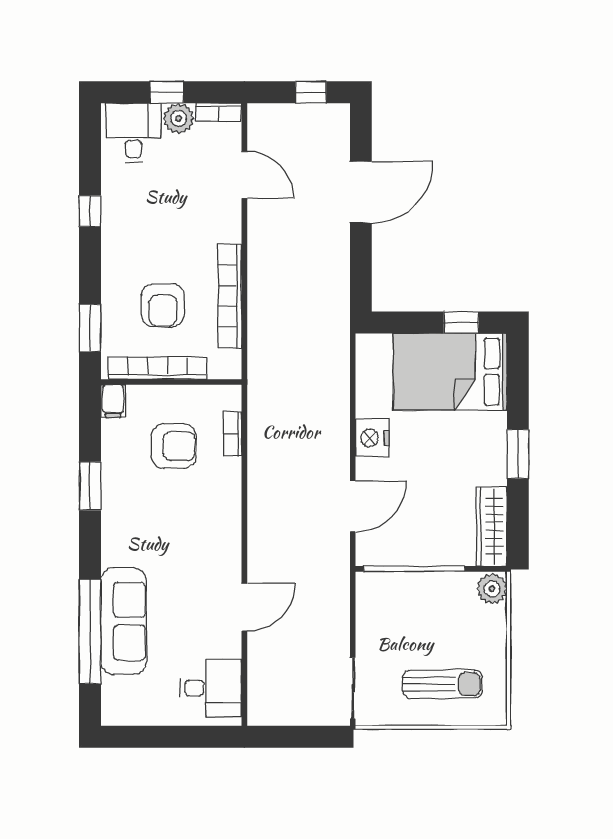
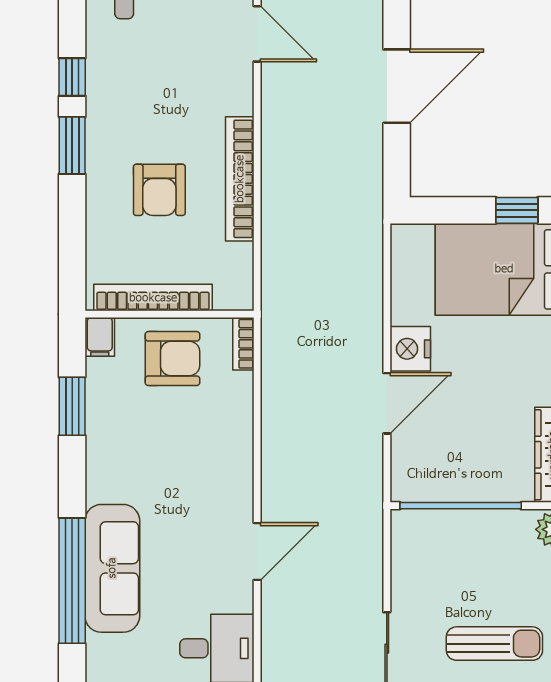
door: (361, 192) -> (397, 86), moved
window: (90, 328) -> (72, 145), moved
bookcase: (158, 368) -> (153, 298), moved
wall: (171, 382) -> (169, 314), moved
filing cabinet: (113, 401) -> (100, 337), moved
door: (353, 506) -> (387, 403), moved

